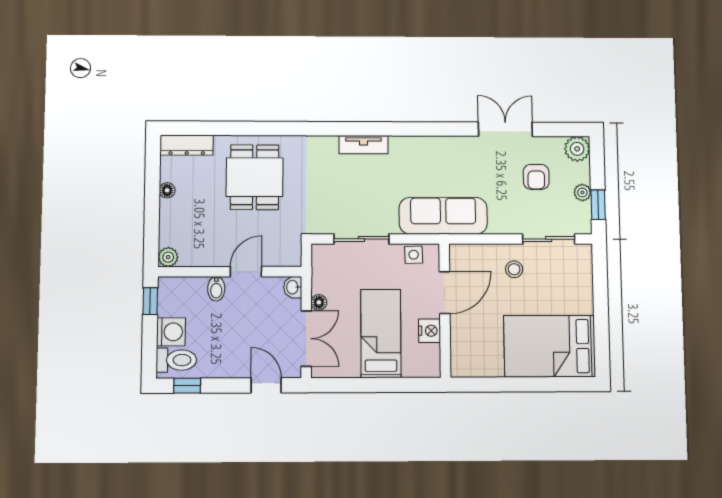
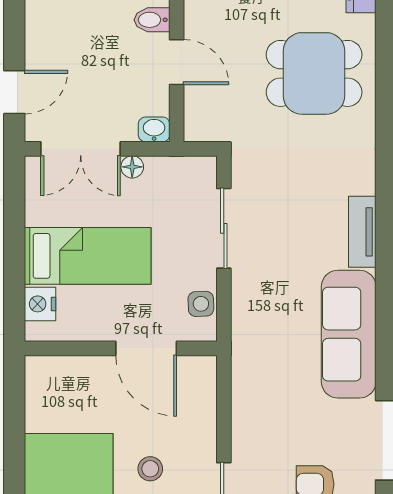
sofa: (443, 216) -> (349, 334), moved, turned 180
stool: (514, 269) -> (150, 469), moved
nightstand: (430, 331) -> (40, 304), moved, turned 90

